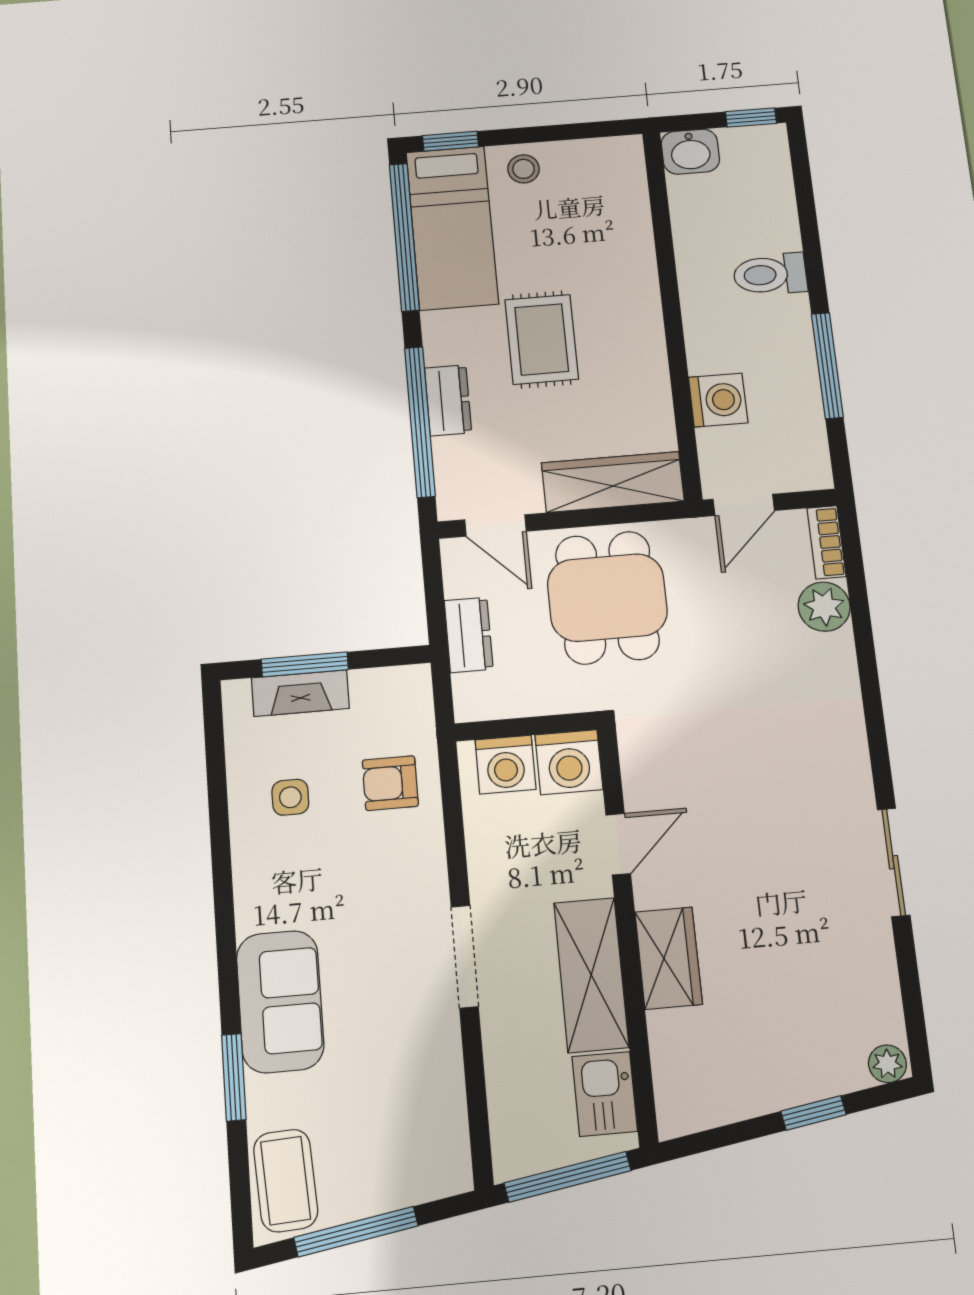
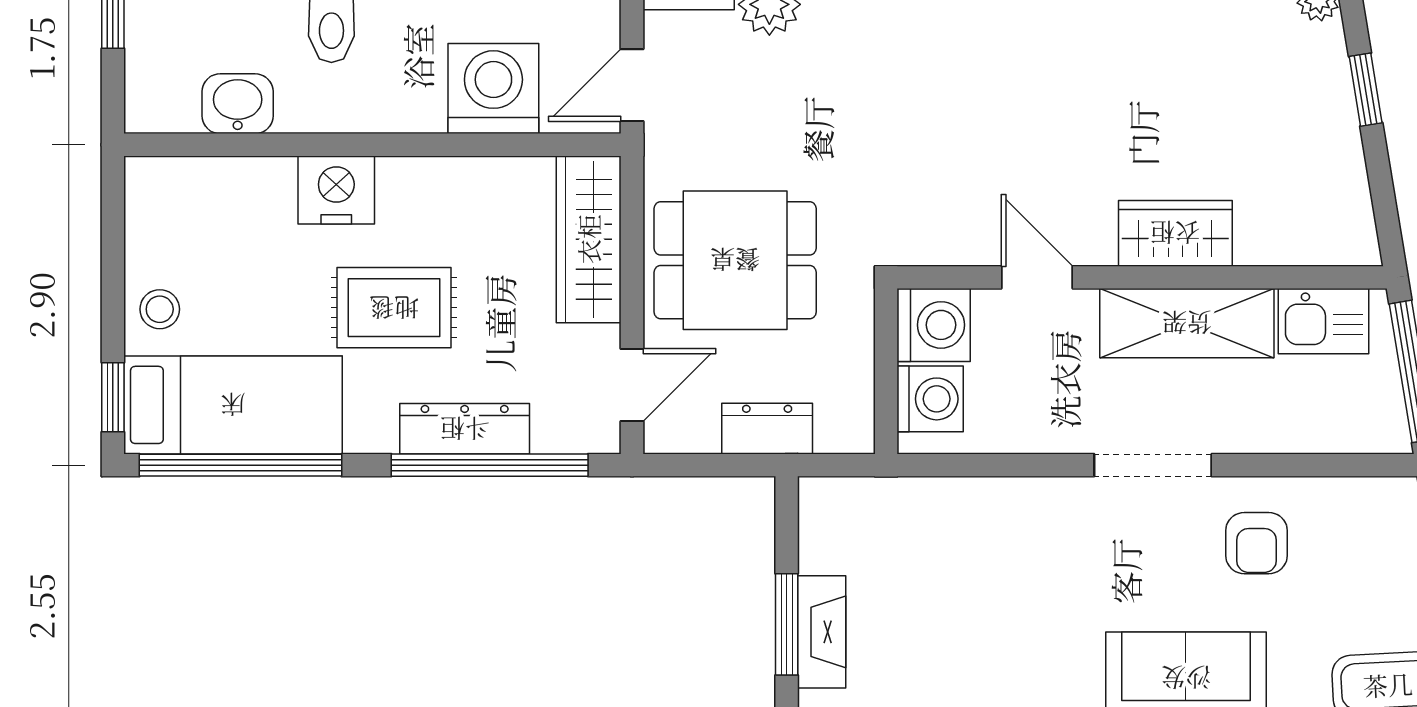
washbasin: (690, 152) -> (238, 104), moved, turned -90
nightstand: (632, 289) -> (336, 190), added
dresser: (448, 400) -> (465, 429), width x1.44
washing machine: (718, 400) -> (493, 89), width x1.37, depth x1.37
door: (744, 505) -> (632, 85), swing flipped
armchair: (390, 783) -> (1256, 543), moved
side table: (290, 797) -> (947, 652), removed

